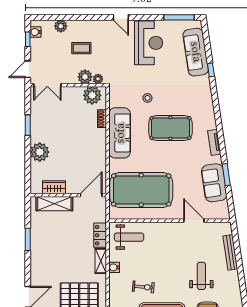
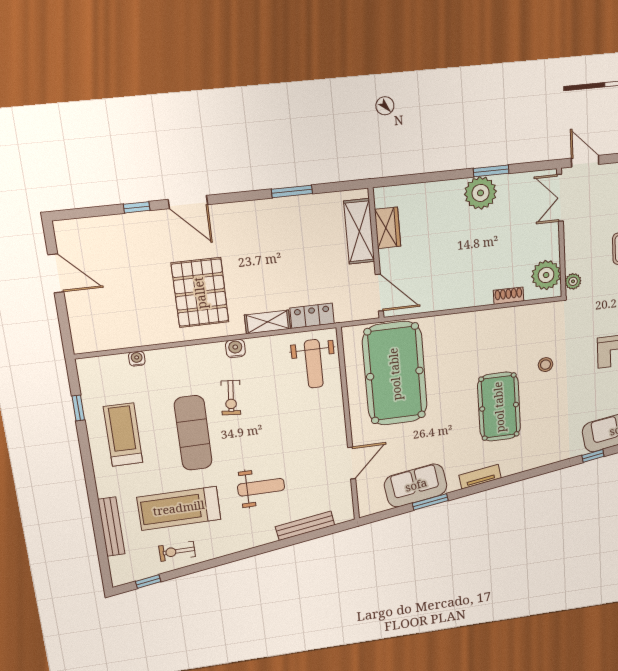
plant: (85, 77) -> (576, 260), removed
sofa: (120, 133) -> (487, 327), removed
plant: (40, 152) -> (480, 193), moved
water cooler: (114, 267) -> (235, 348), moved

